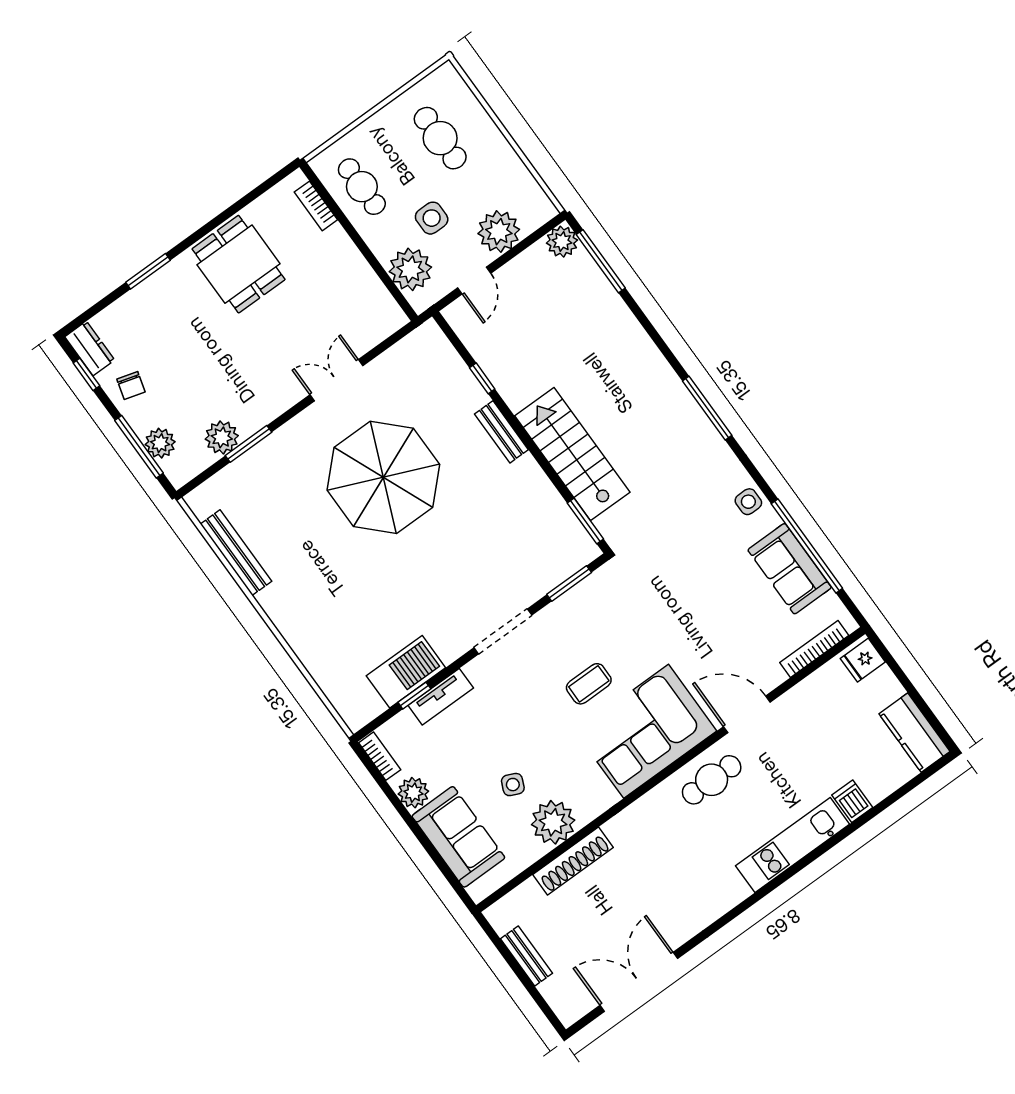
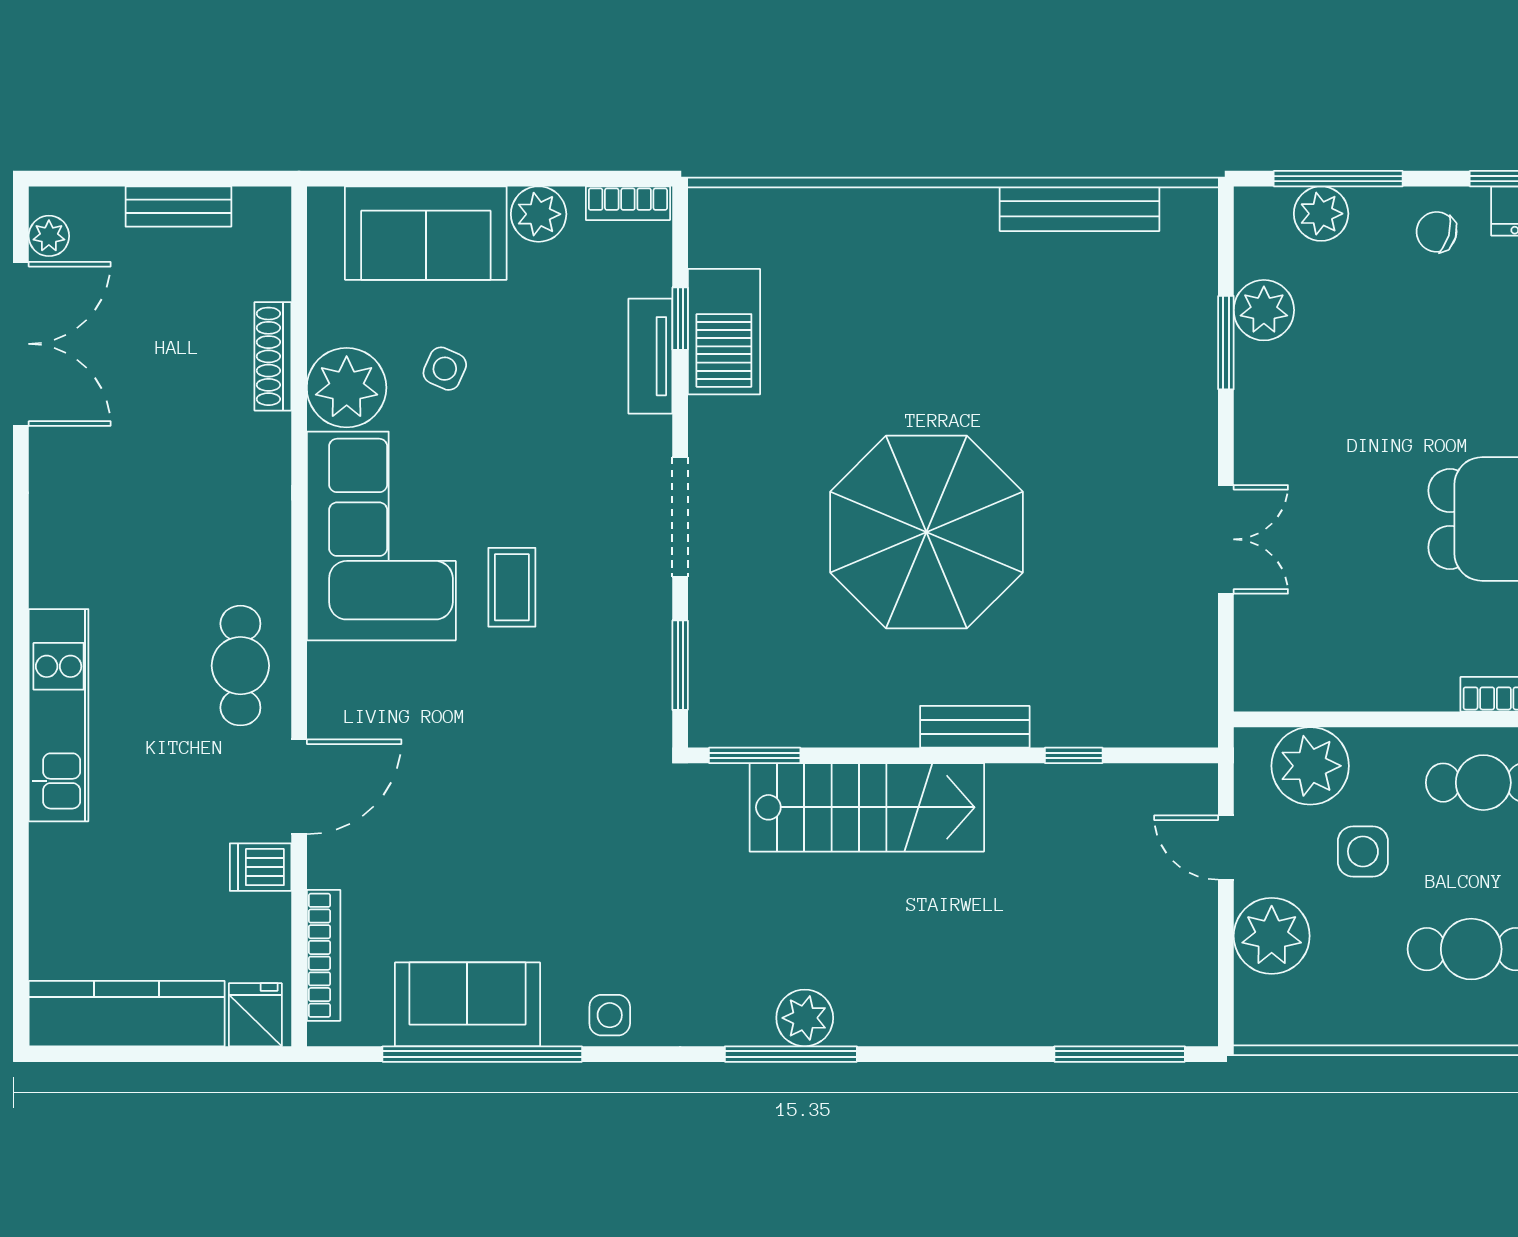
plant: (562, 242) -> (805, 1018), moved
parasol: (383, 477) -> (926, 532), moved
corner sofa: (646, 731) -> (381, 536), moved
kitchen counter: (915, 733) -> (127, 1014), width x1.50
dishwasher: (852, 801) -> (261, 867), moved, turned 180
shoe rack: (573, 861) -> (273, 356), width x0.74, depth x0.81
plant: (582, 1004) -> (49, 236), added

